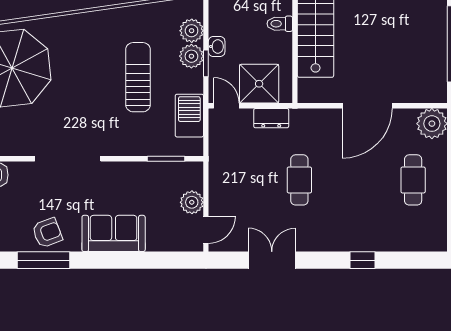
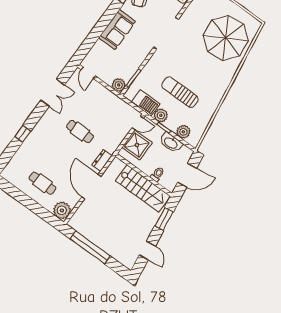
washbasin: (217, 47) -> (171, 143), width x1.91, depth x1.45
plant: (191, 56) -> (161, 115), moved
sun lounger: (138, 77) -> (180, 92), turned 180
dresser: (271, 118) -> (102, 160), moved
plant: (192, 202) -> (119, 85), moved

